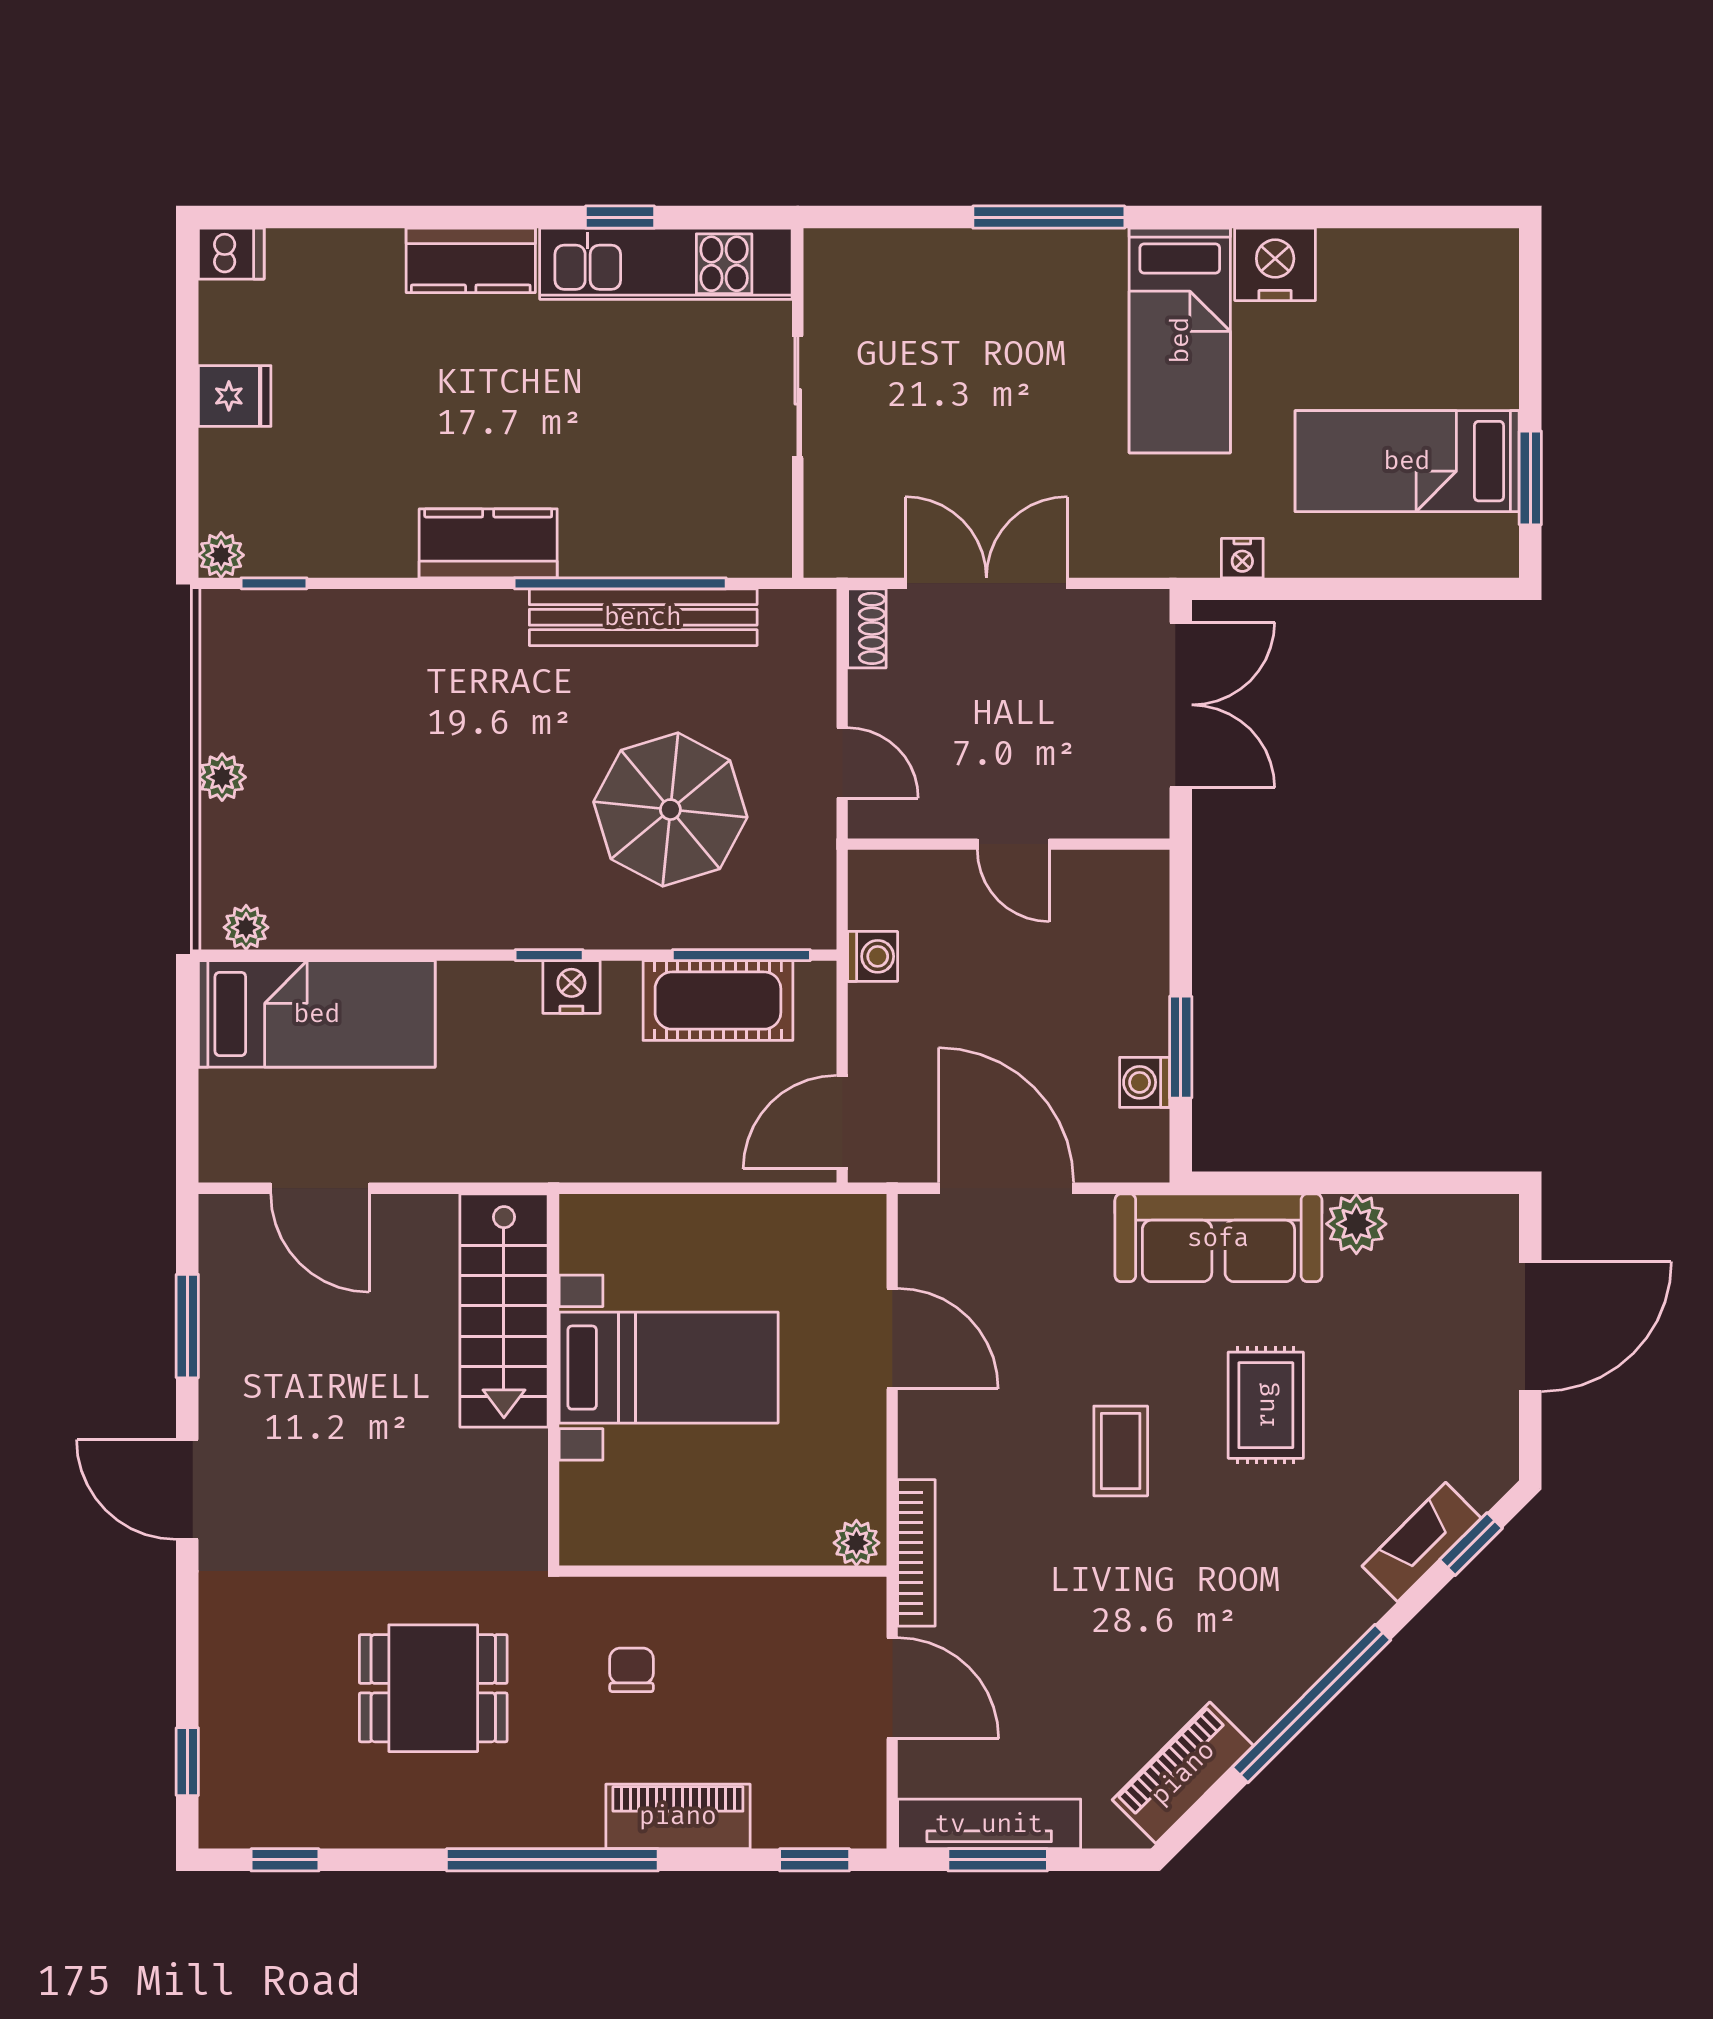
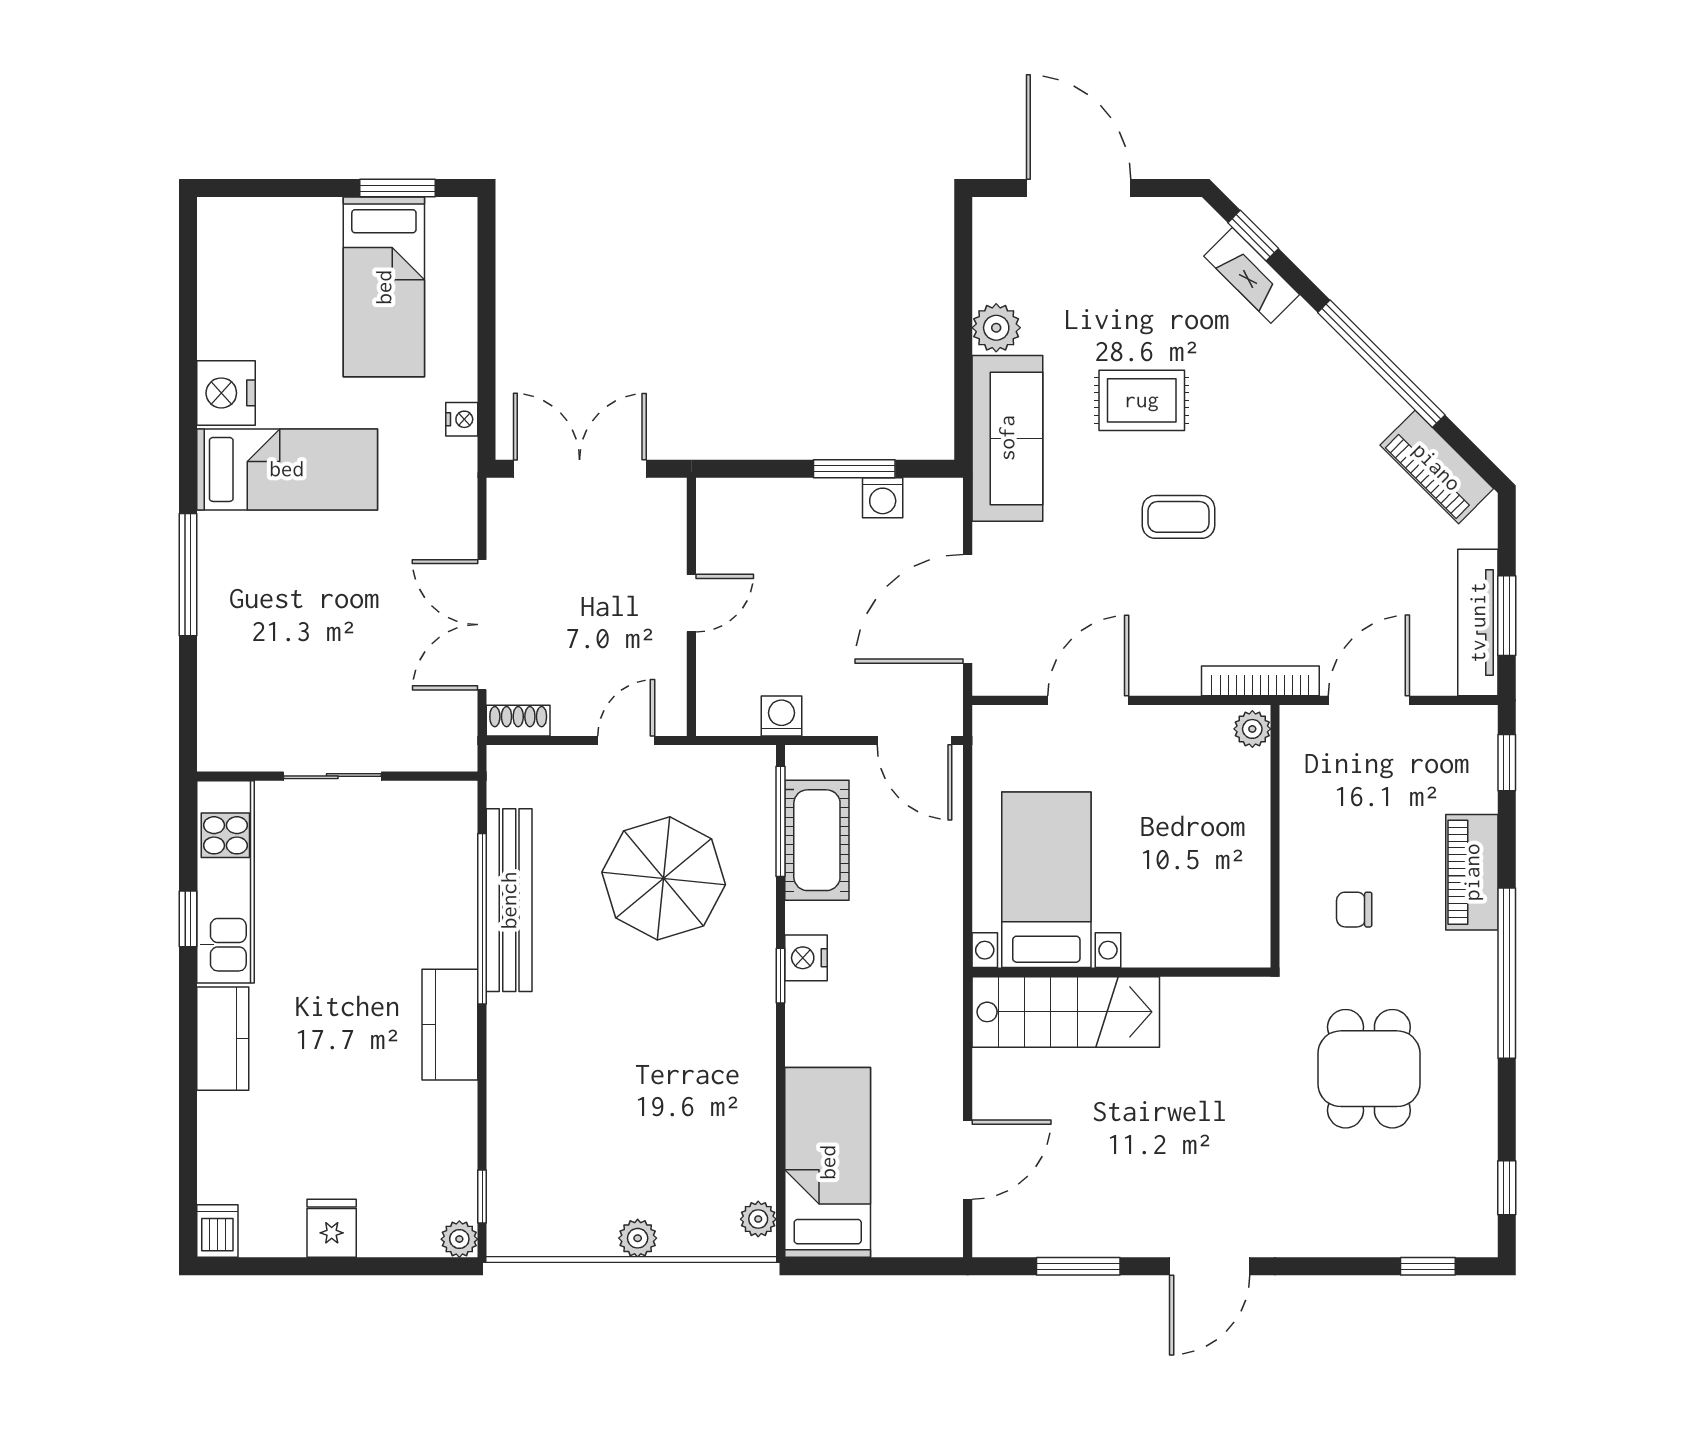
bed with nightstands: (669, 1368) -> (1046, 880), moved

